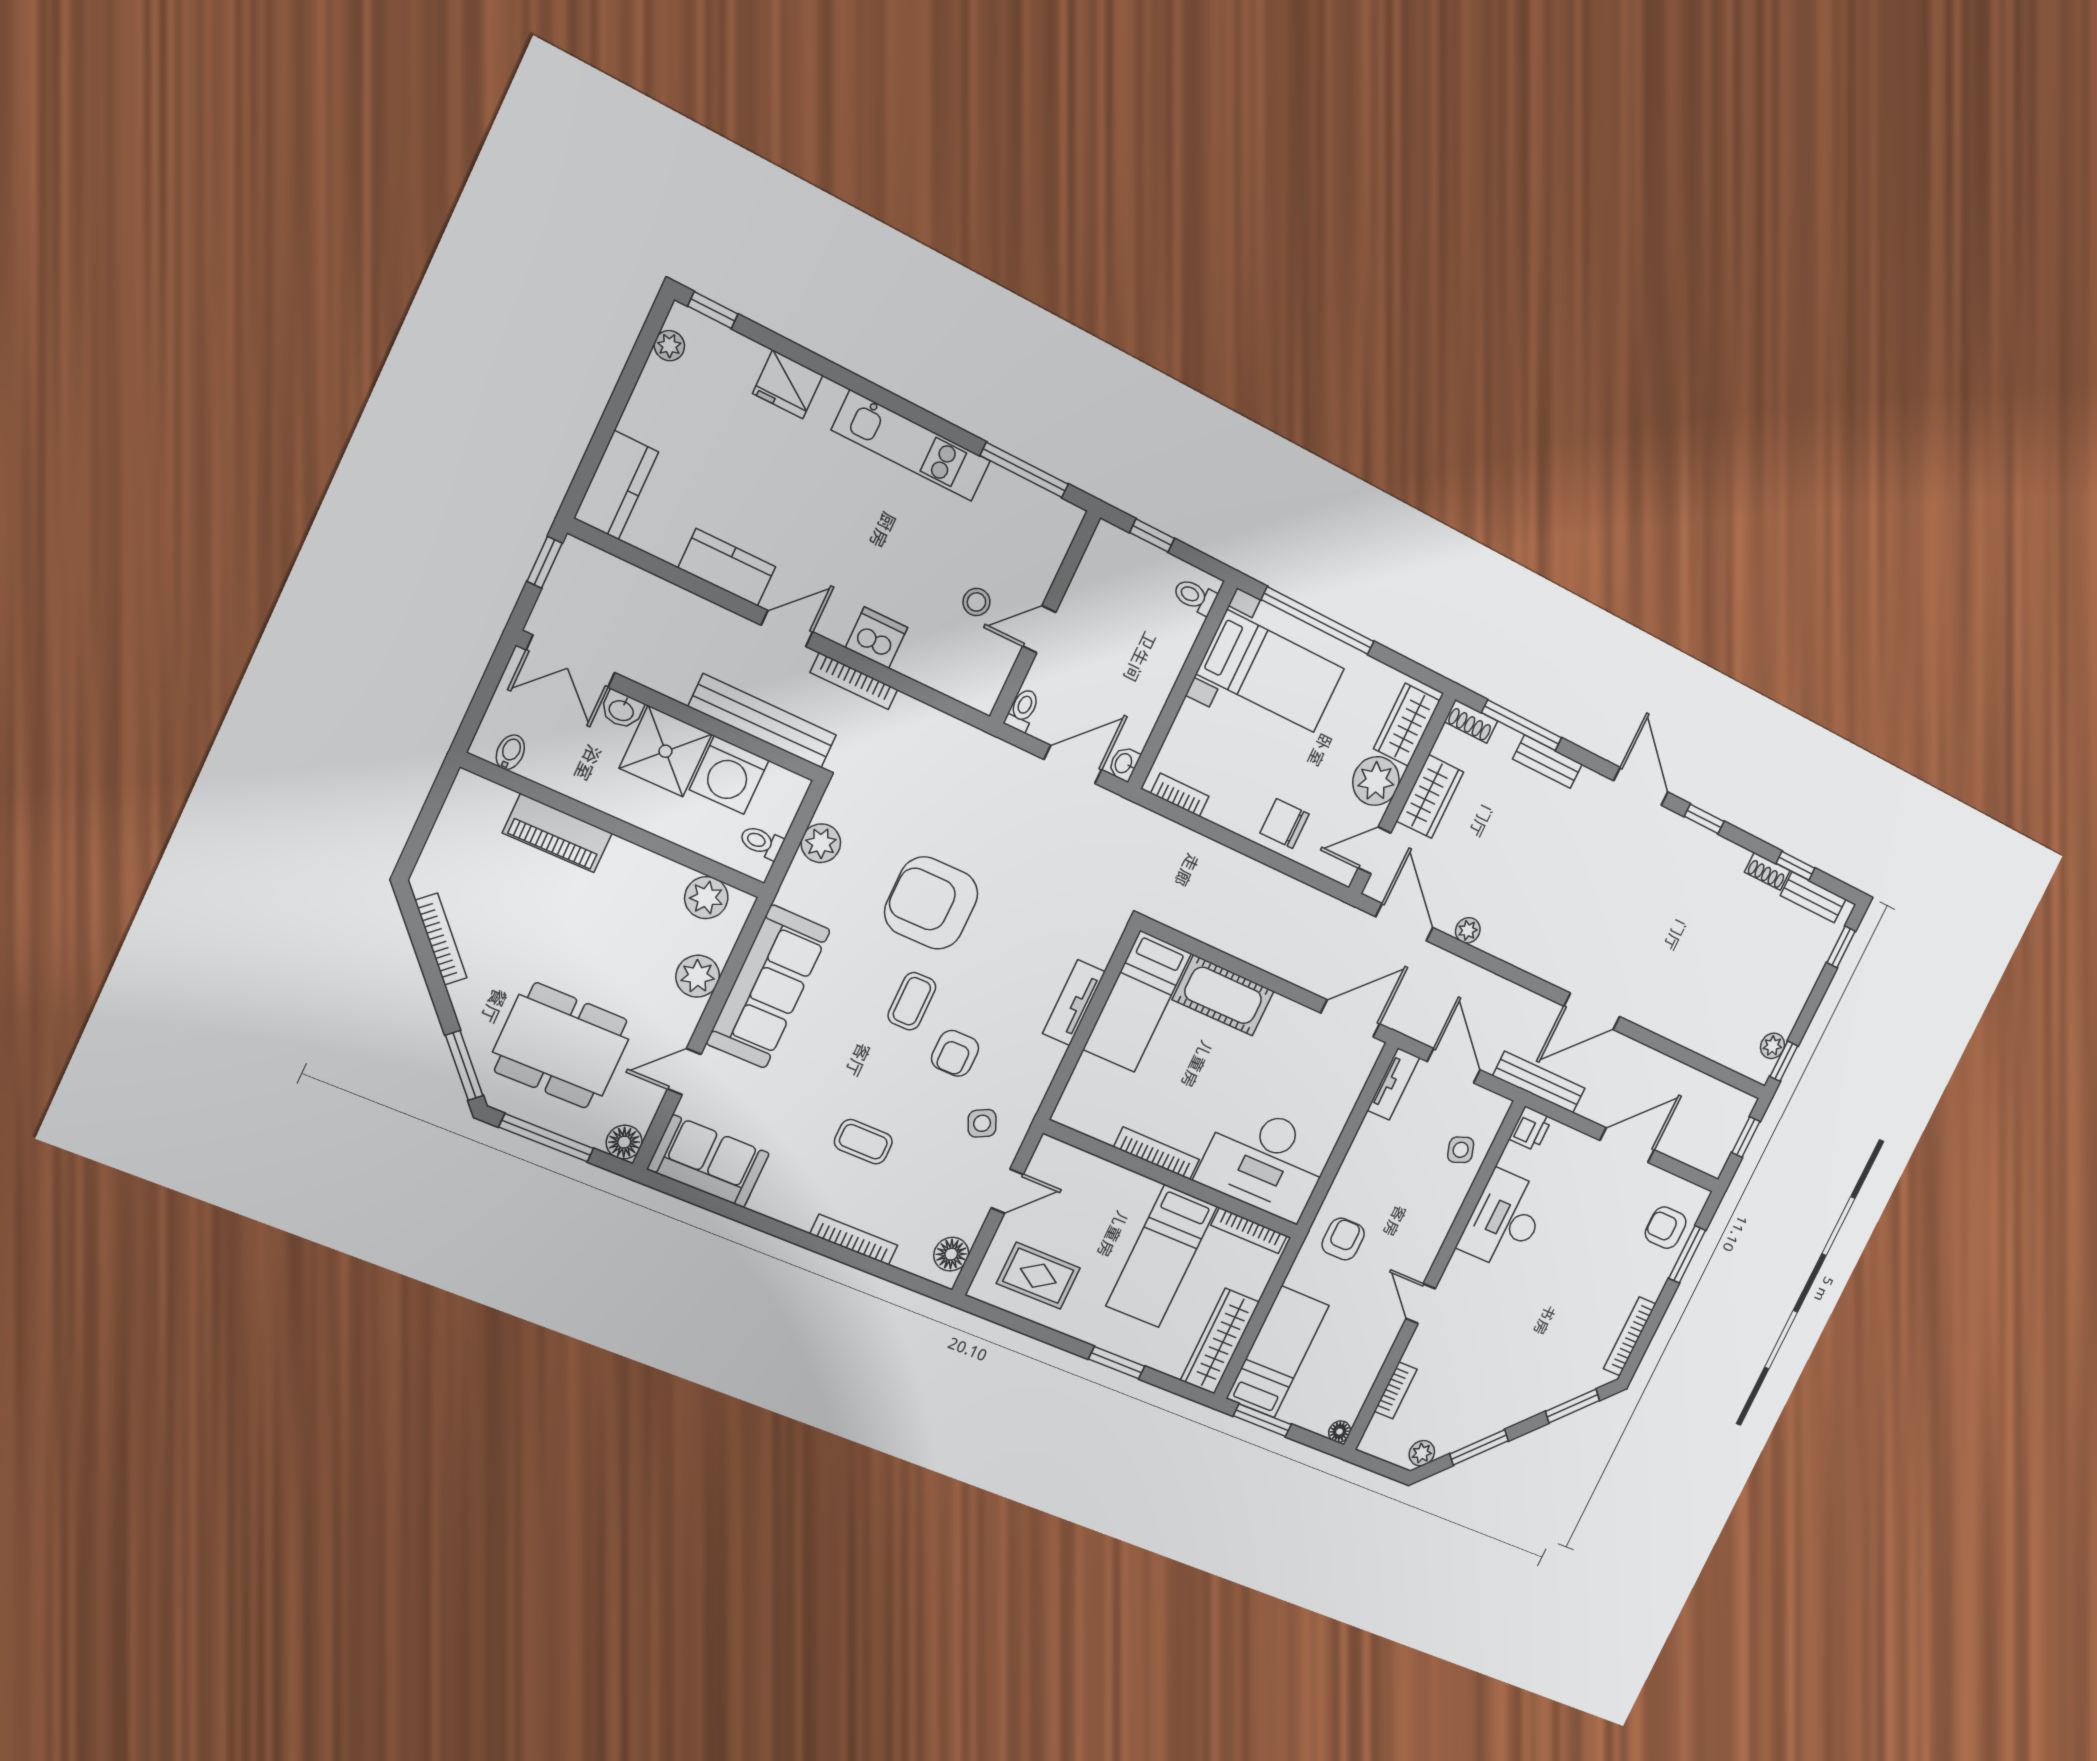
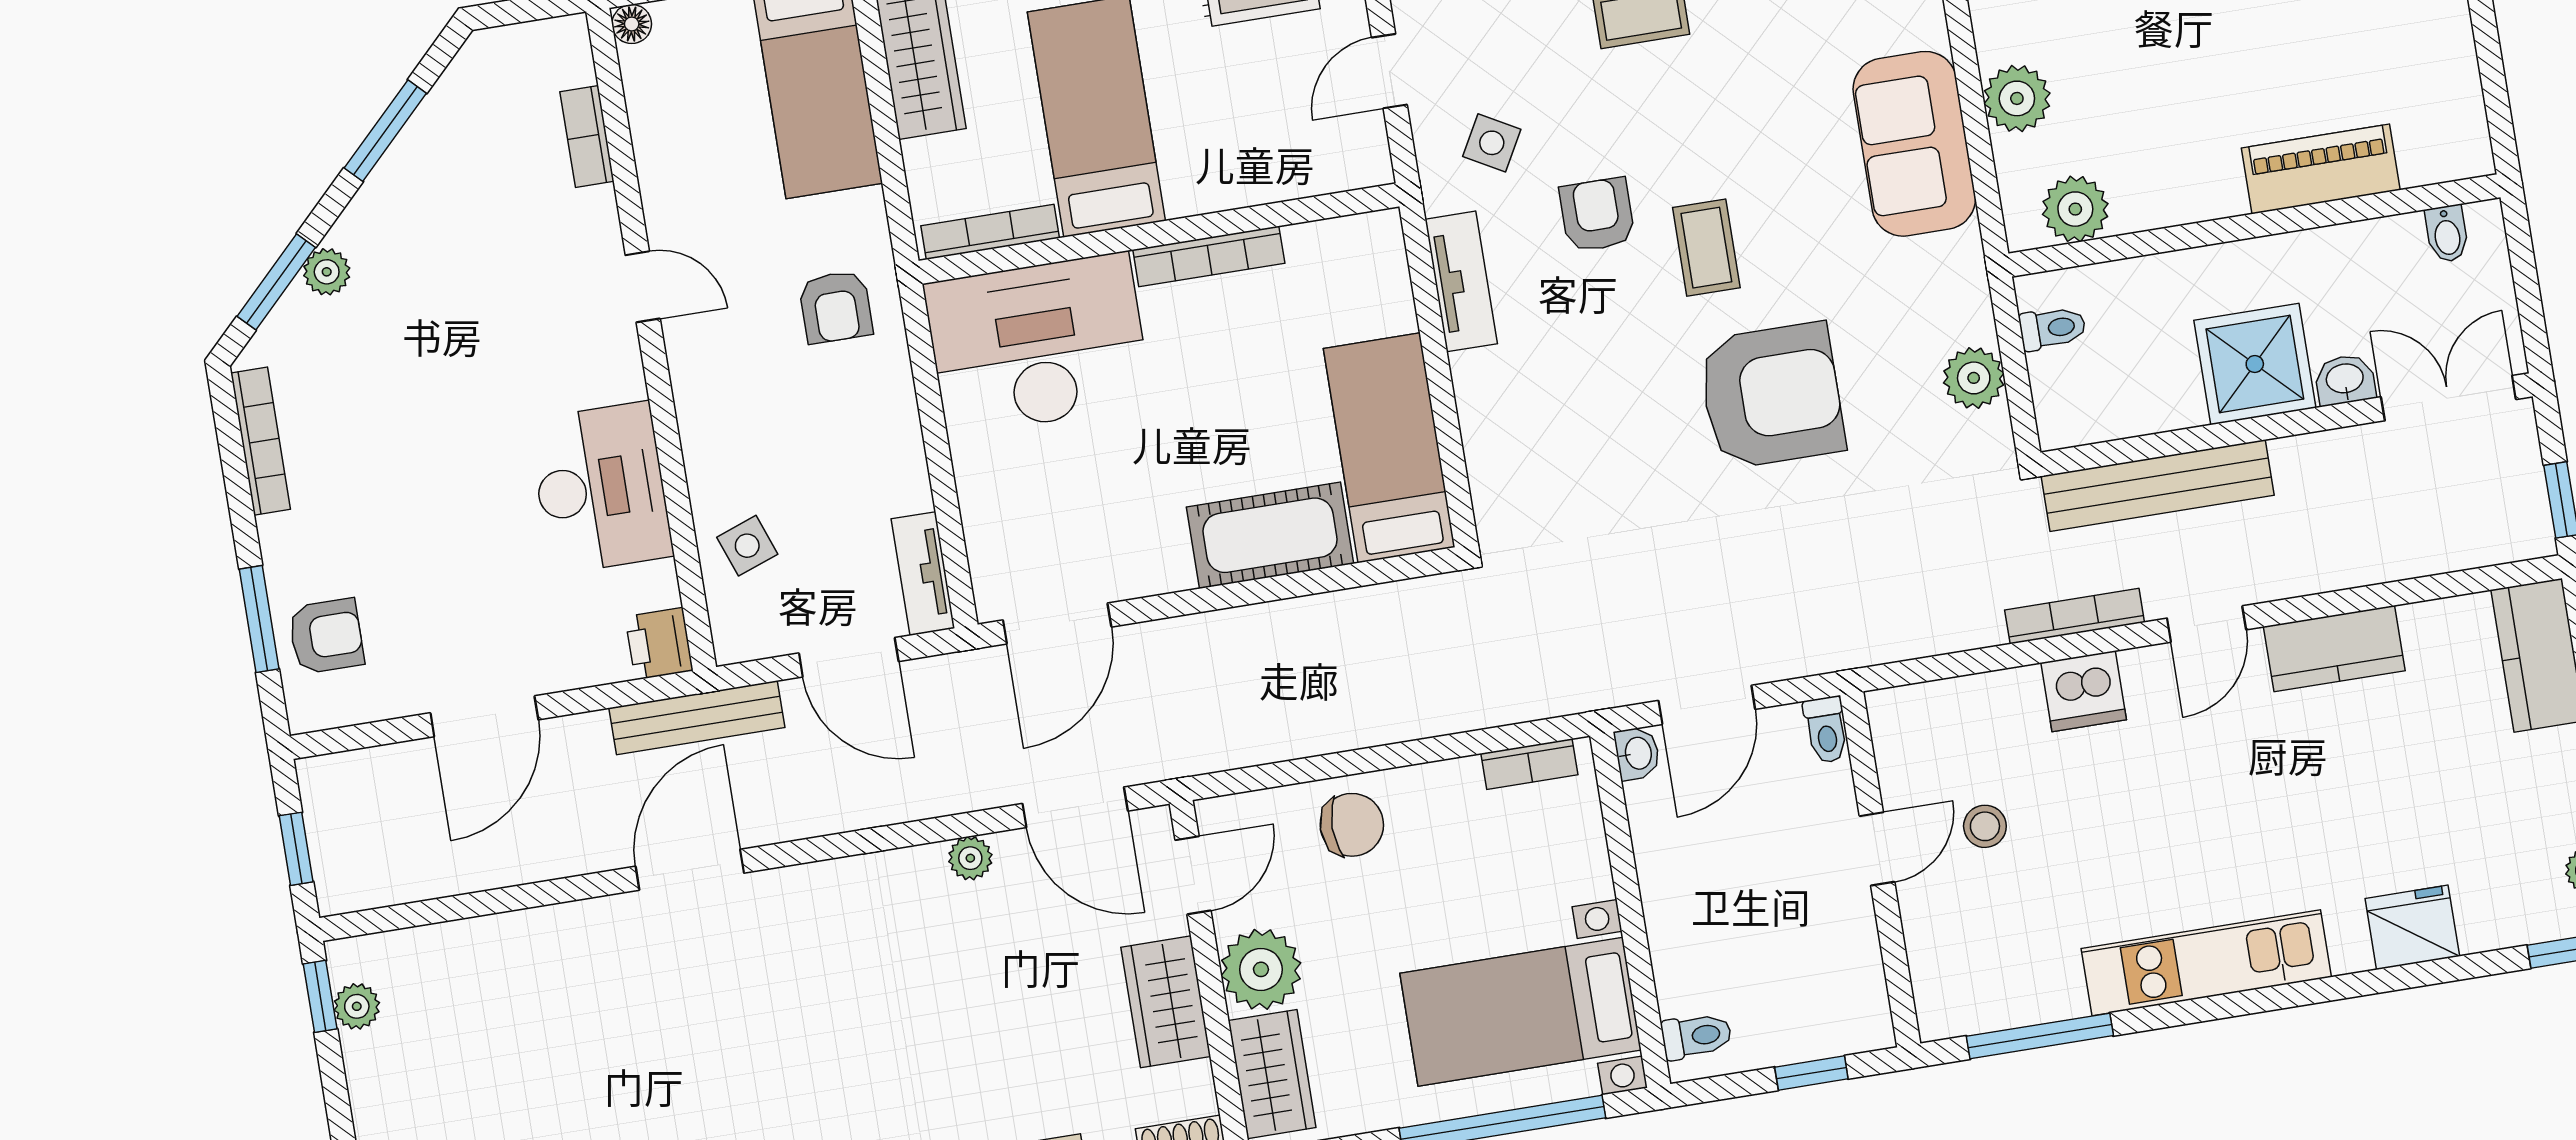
washing machine: (729, 775) -> (2153, 387), removed
sofa: (768, 987) -> (1914, 144), width x0.73
tv unit: (1074, 1003) -> (1461, 281), moved
side table: (982, 1123) -> (1492, 143), turned -35
plant: (1422, 1453) -> (327, 272), moved

